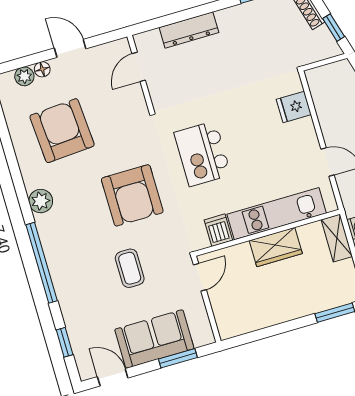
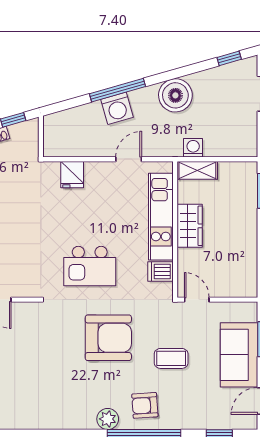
armchair: (62, 131) -> (145, 405), moved, width x0.53, depth x0.53
plant: (41, 201) -> (108, 419), moved

